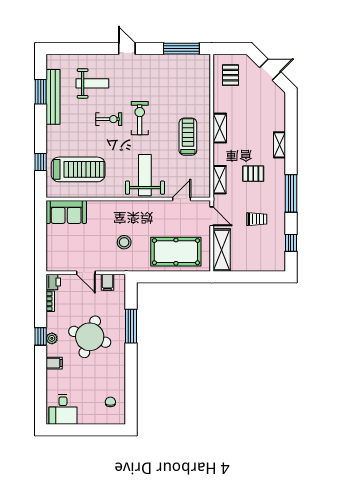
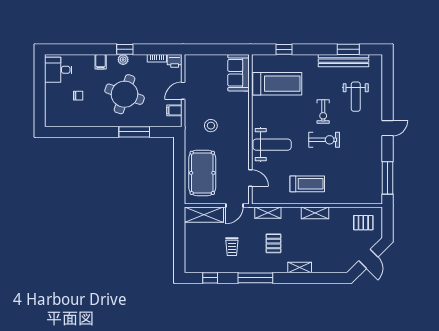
treadmill: (78, 169) -> (277, 84), turned -90
chair: (110, 402) -> (78, 96), moved

